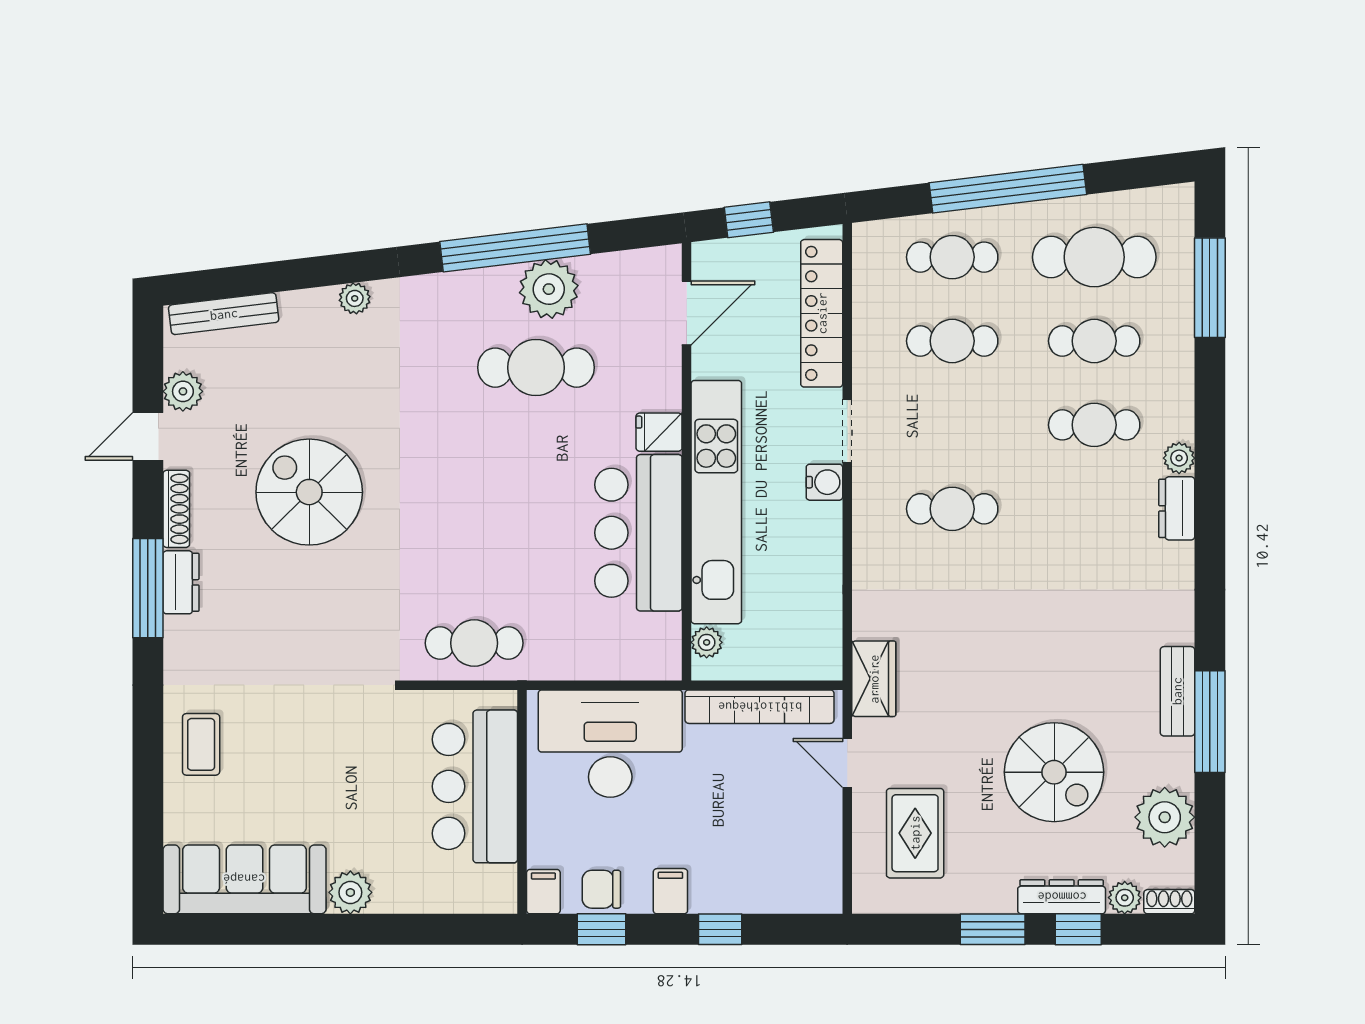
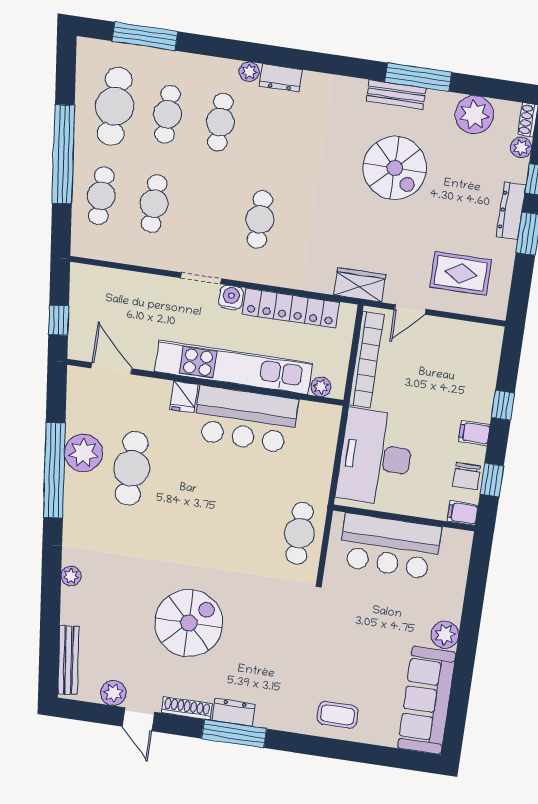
locker: (822, 313) -> (291, 308), moved
spiral stairs: (309, 492) -> (189, 623), turned 180
spiral stairs: (1054, 772) -> (395, 168), moved, turned 90
dresser: (1062, 897) -> (511, 211), moved

